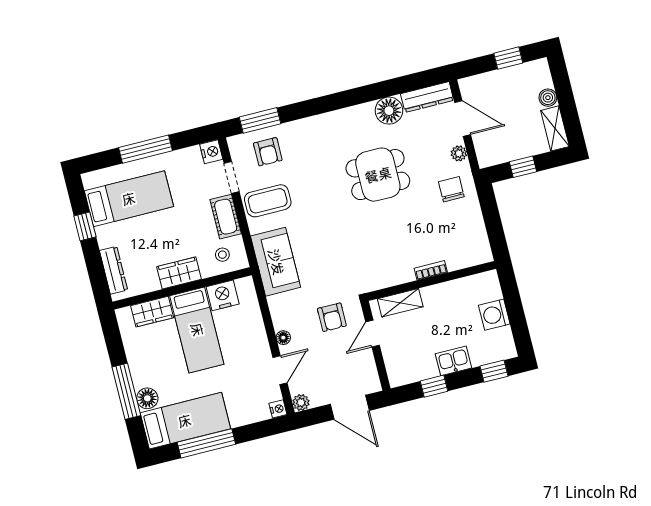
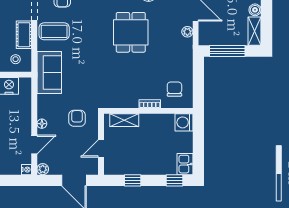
window: (523, 167) -> (227, 51), width x2.17
dining table: (378, 175) -> (131, 32), turned 90
chair: (451, 189) -> (174, 89), moved
washing machine: (494, 315) -> (184, 122), moved
armchair: (332, 317) -> (77, 118), turned 180
door: (373, 334) -> (101, 149), moved
kitchen sink: (453, 361) -> (185, 164), moved, turned -90

